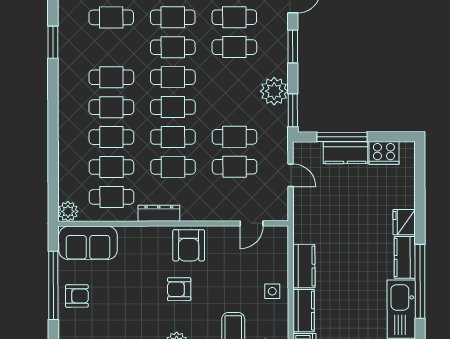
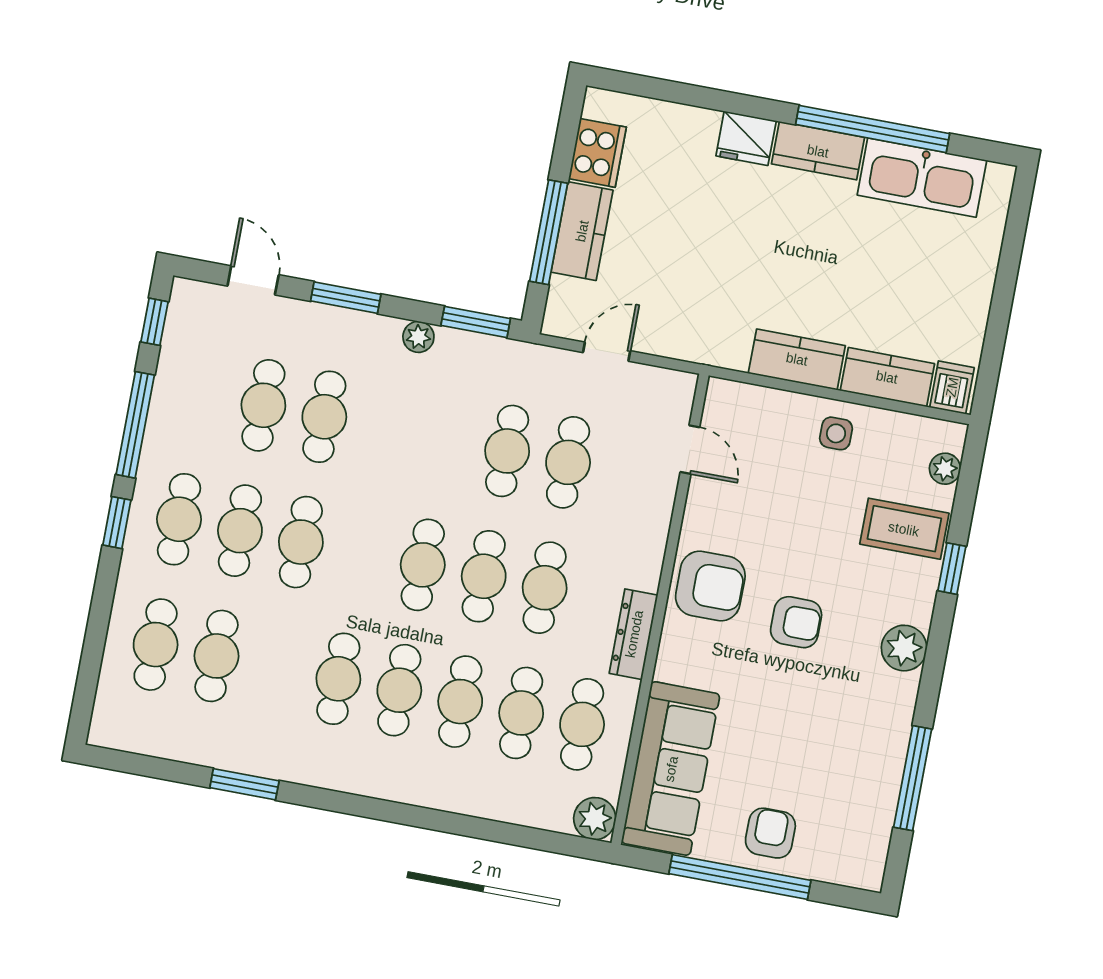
cafe table: (173, 77) -> (362, 553), removed
plant: (274, 91) -> (418, 337), width x0.53, depth x0.53
sofa: (88, 243) -> (671, 769), width x1.36
armchair: (179, 289) -> (796, 622), turned -90

